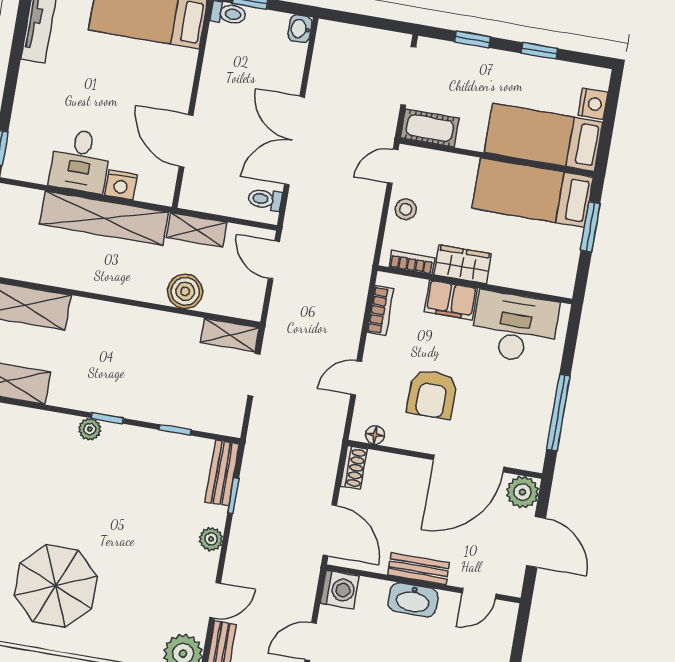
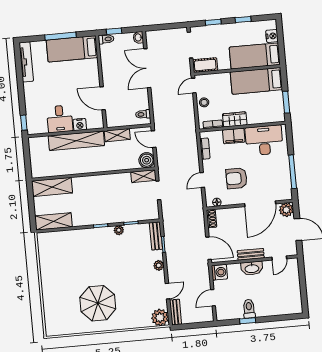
double door: (295, 141) -> (147, 68), moved
window: (590, 227) -> (286, 102), moved
boiler: (185, 291) -> (147, 160), moved
armchair: (432, 394) -> (237, 178), turned 90
plant: (90, 429) -> (119, 230), moved

